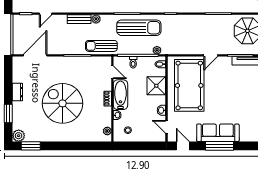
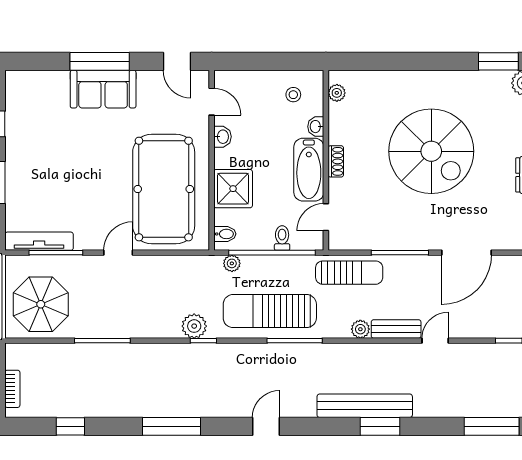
door: (46, 14) -> (435, 341), moved
plant: (175, 21) -> (194, 326), added
door: (35, 55) -> (467, 253), moved
door: (112, 72) -> (326, 217), hinge flipped
sofa: (218, 133) -> (103, 89), width x0.73

